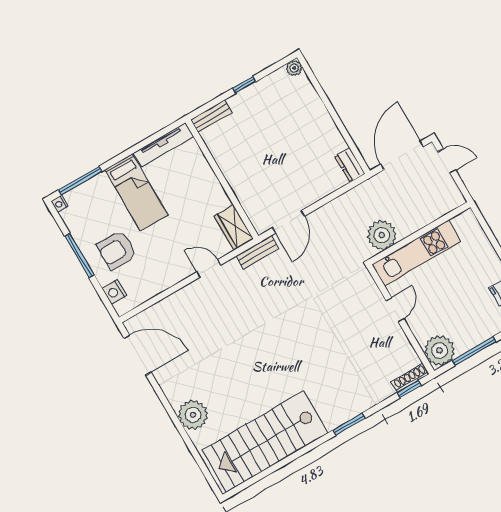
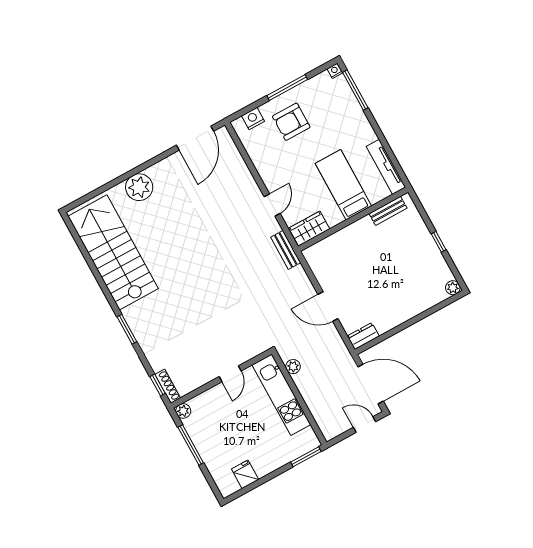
bench: (211, 116) -> (388, 211), moved, turned 90
door: (447, 161) -> (365, 424), swing flipped
bed: (136, 192) -> (343, 185), moved, turned 90
door: (289, 222) -> (328, 306), moved
window: (484, 224) -> (306, 457), added
plant: (382, 235) -> (293, 367), width x0.53, depth x0.53
armchair: (117, 250) -> (291, 122), turned -90
door: (395, 310) -> (230, 374), hinge flipped
plant: (440, 350) -> (183, 411), width x0.53, depth x0.53

